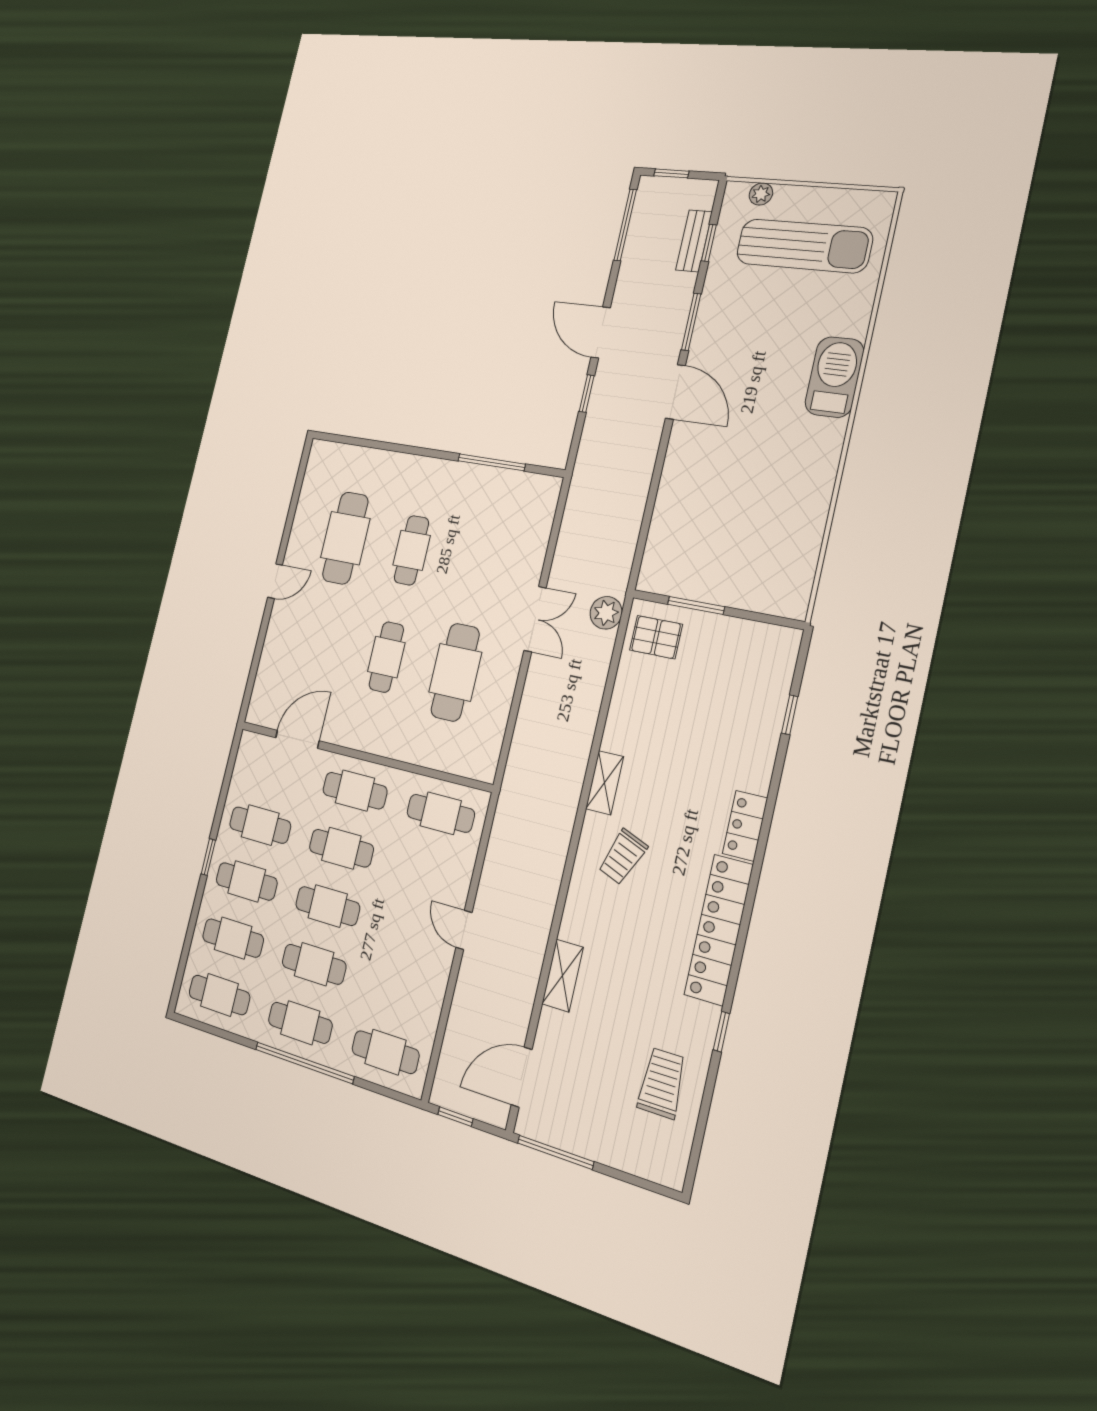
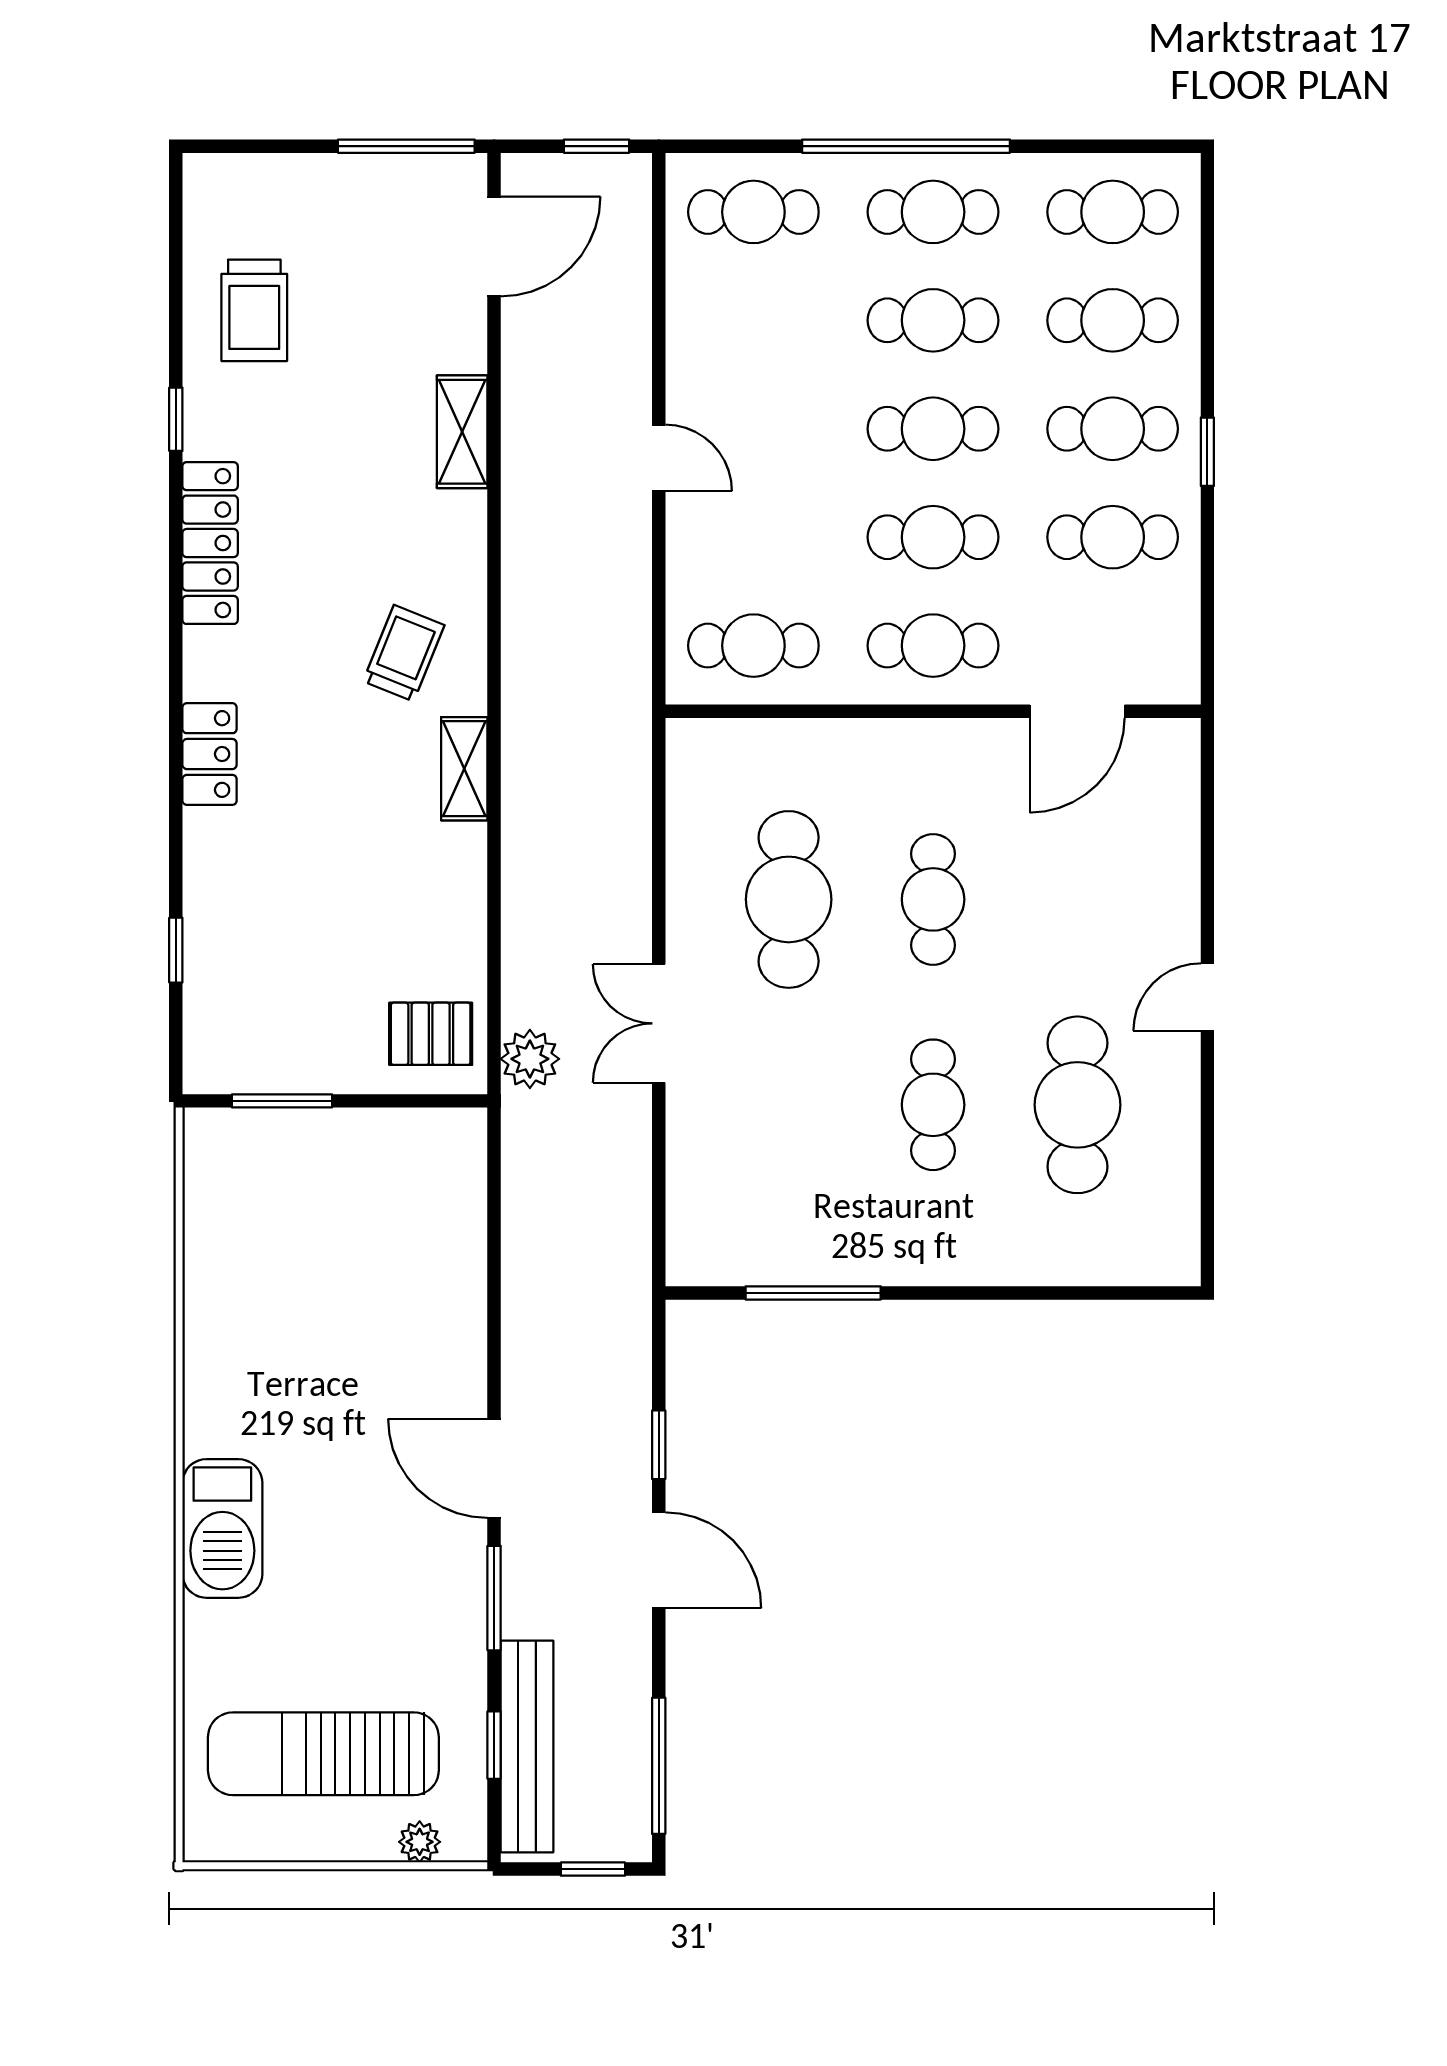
bench: (694, 241) -> (527, 1747), width x1.86, depth x1.21
window: (696, 606) -> (282, 1101), moved
locker: (719, 930) -> (210, 543), width x0.71, depth x0.83

